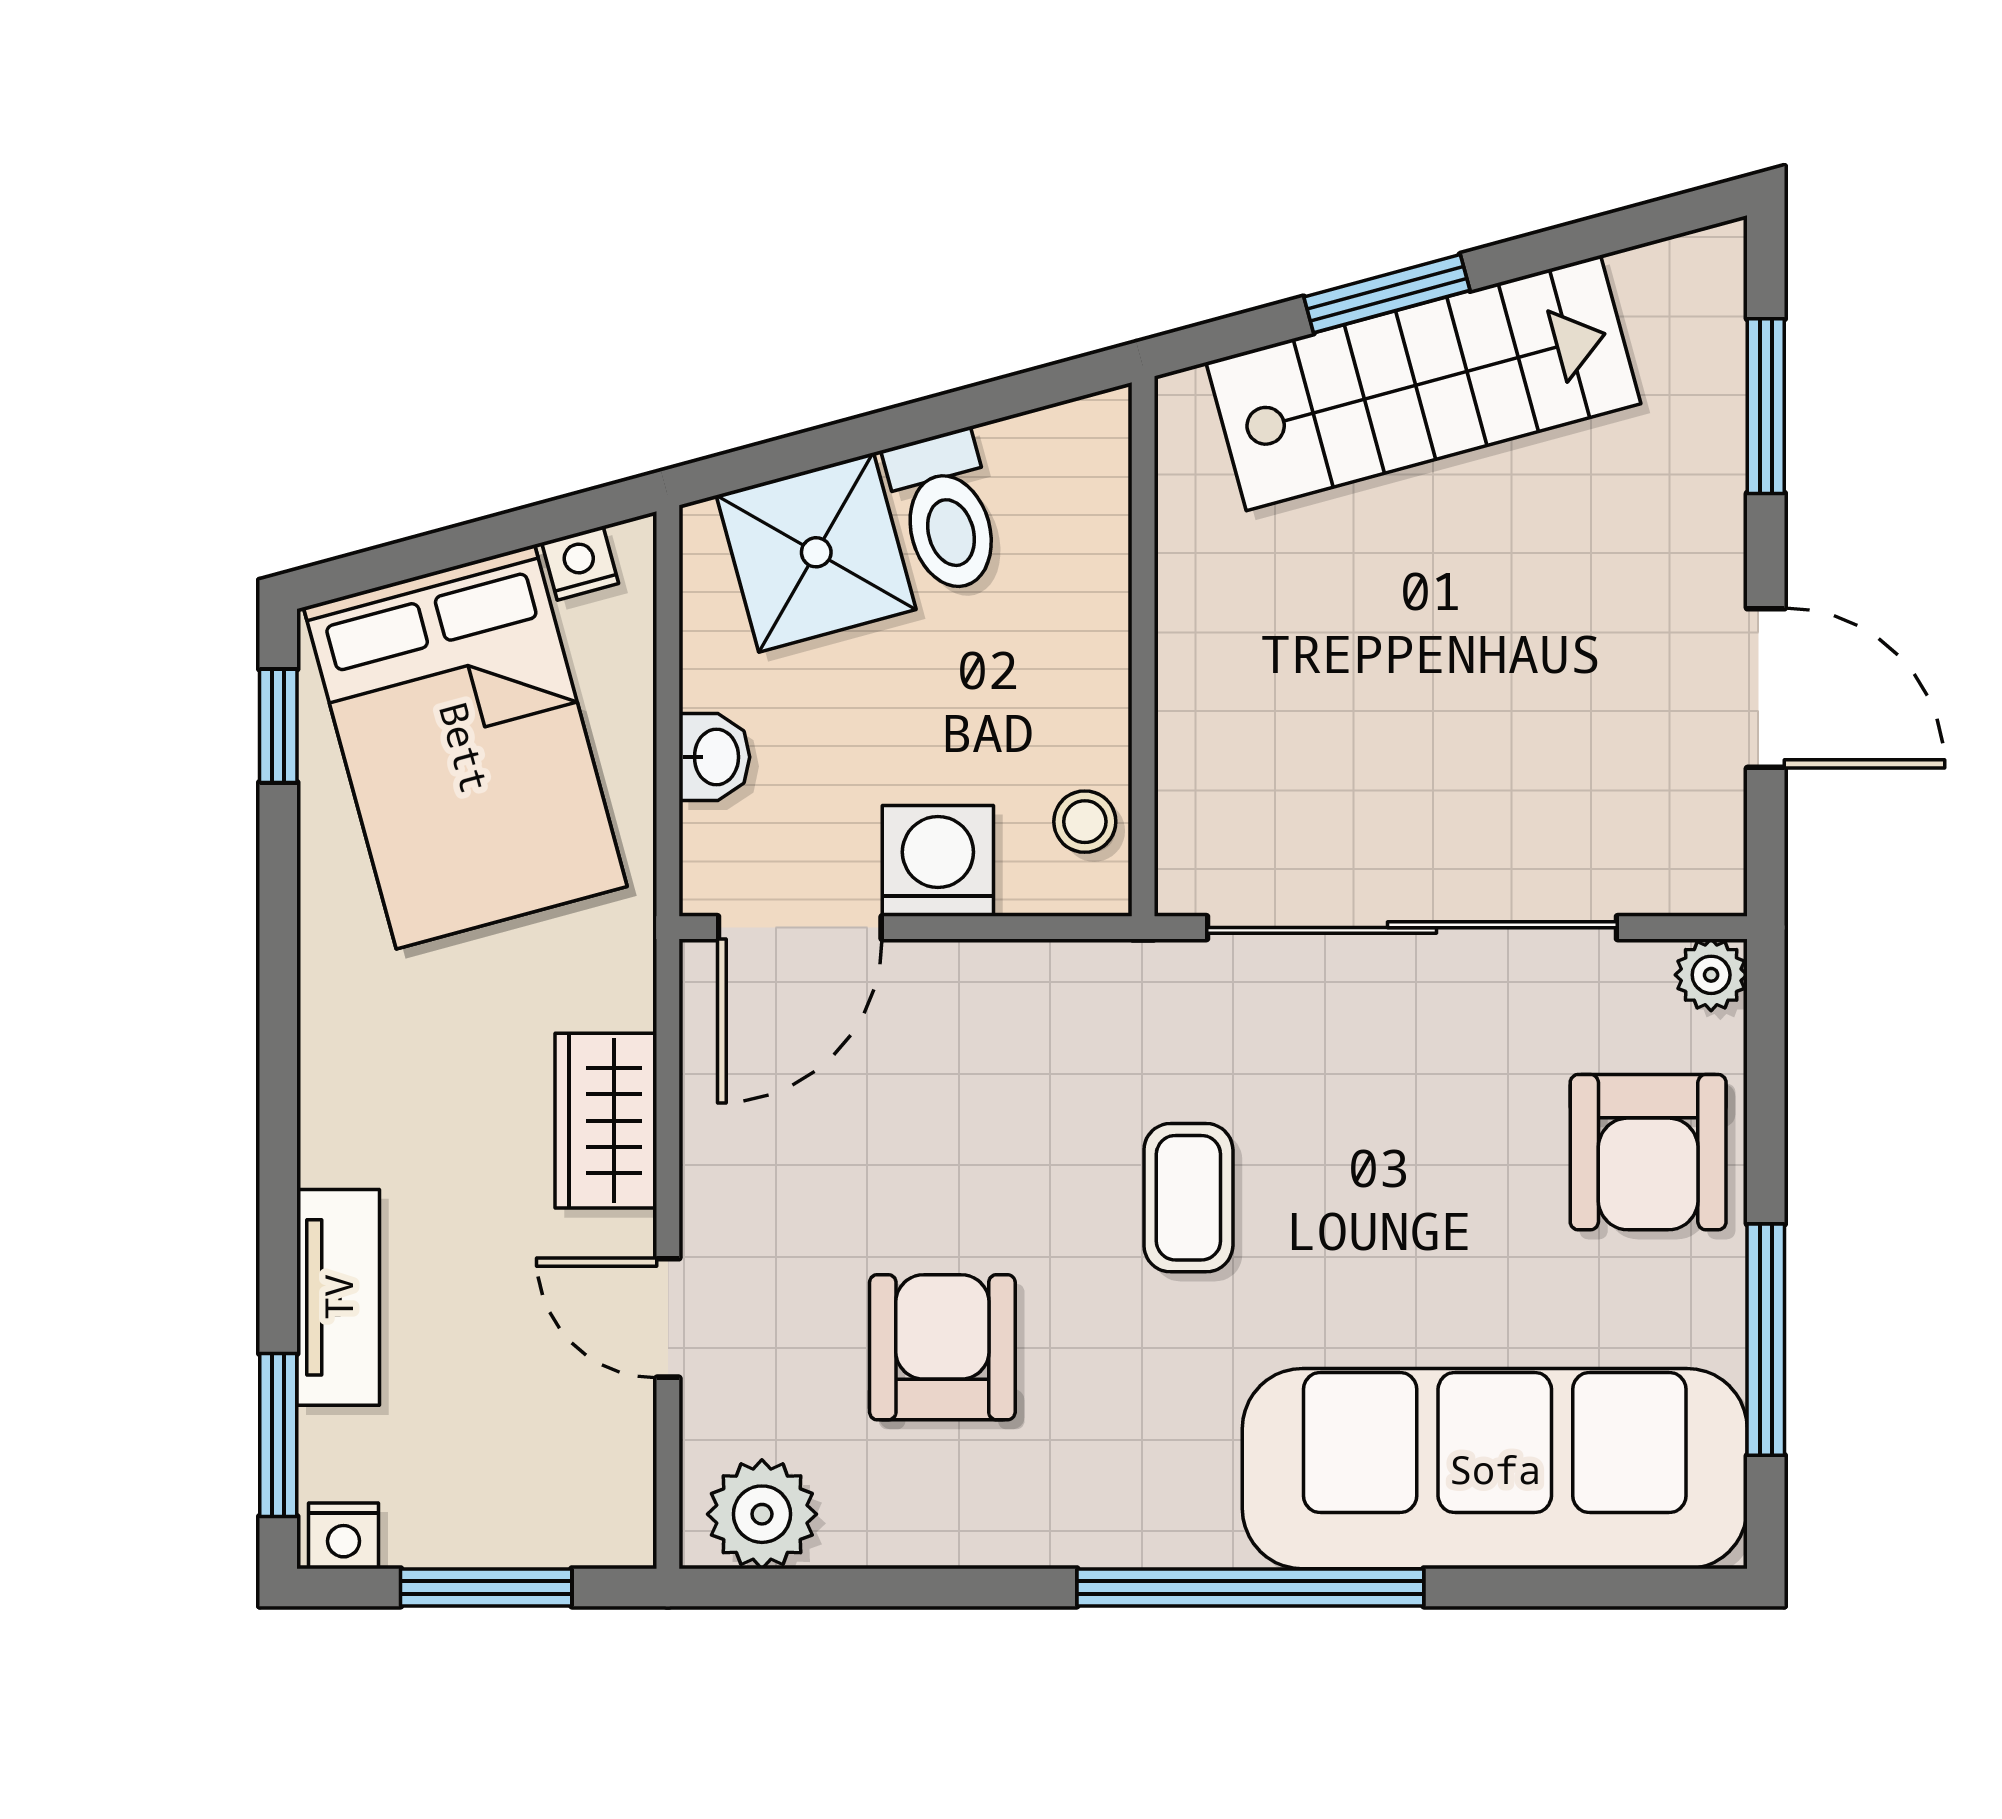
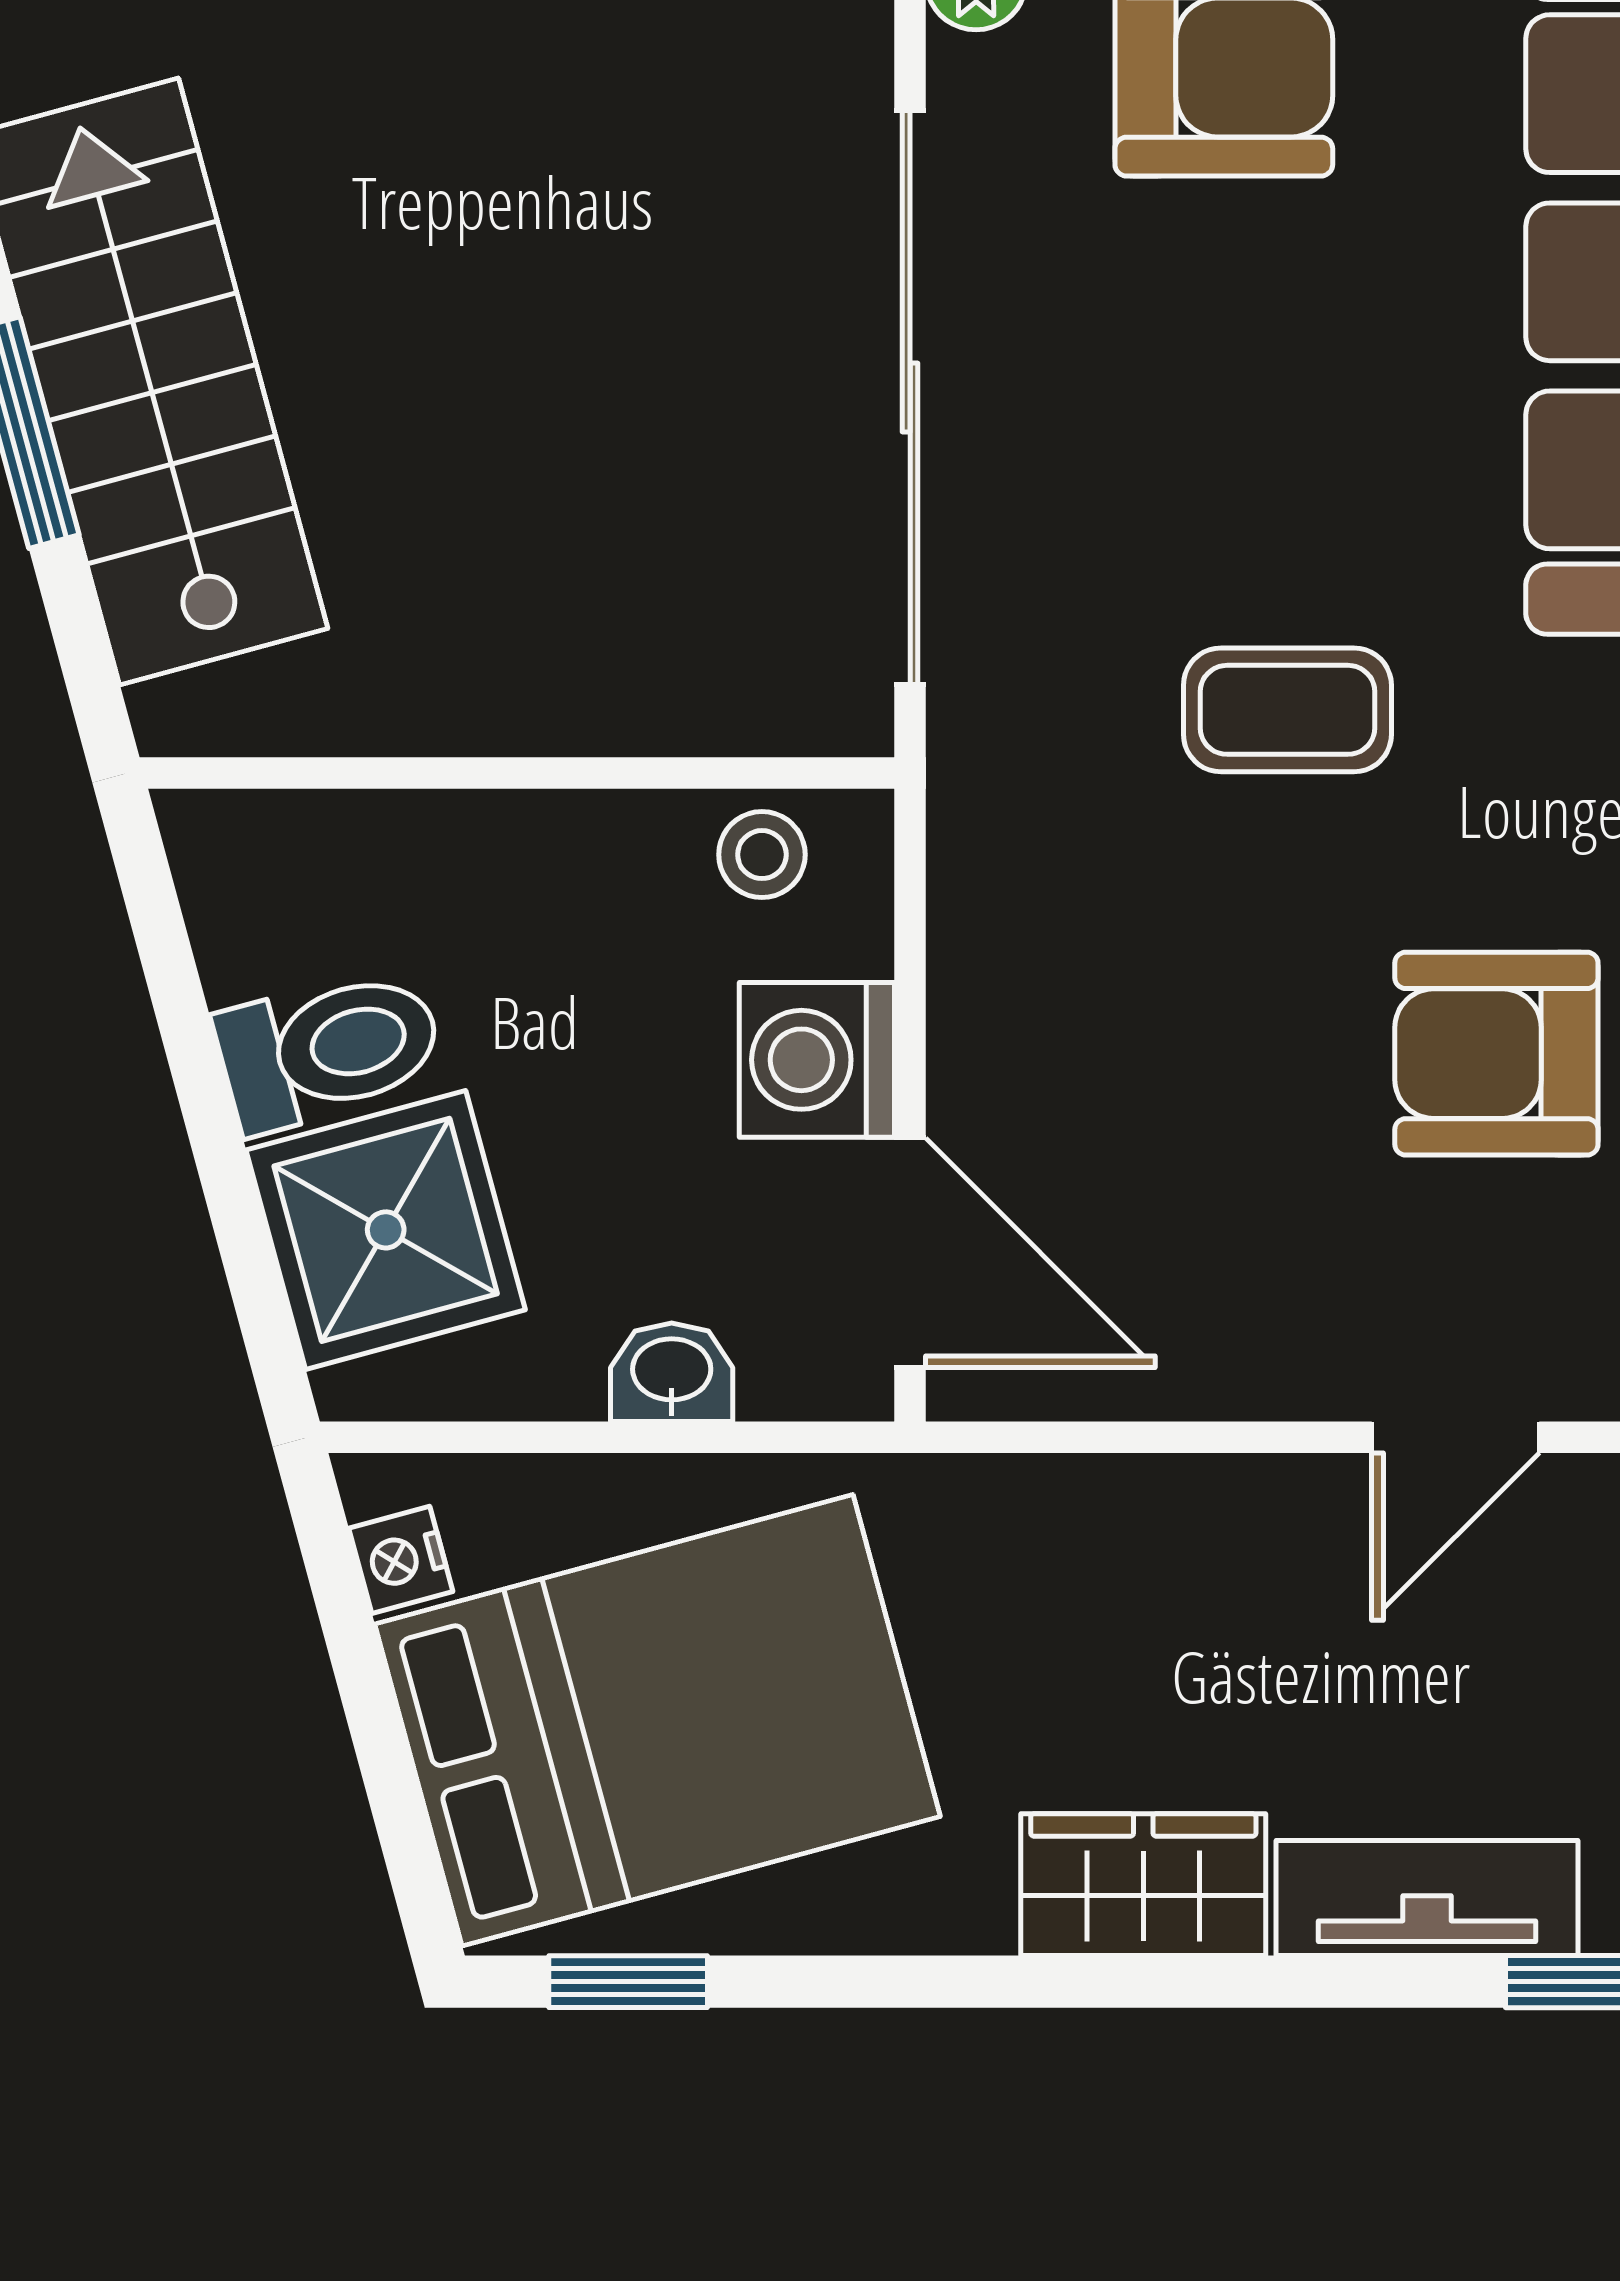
wardrobe: (606, 1121) -> (1143, 1885), moved, turned 180

